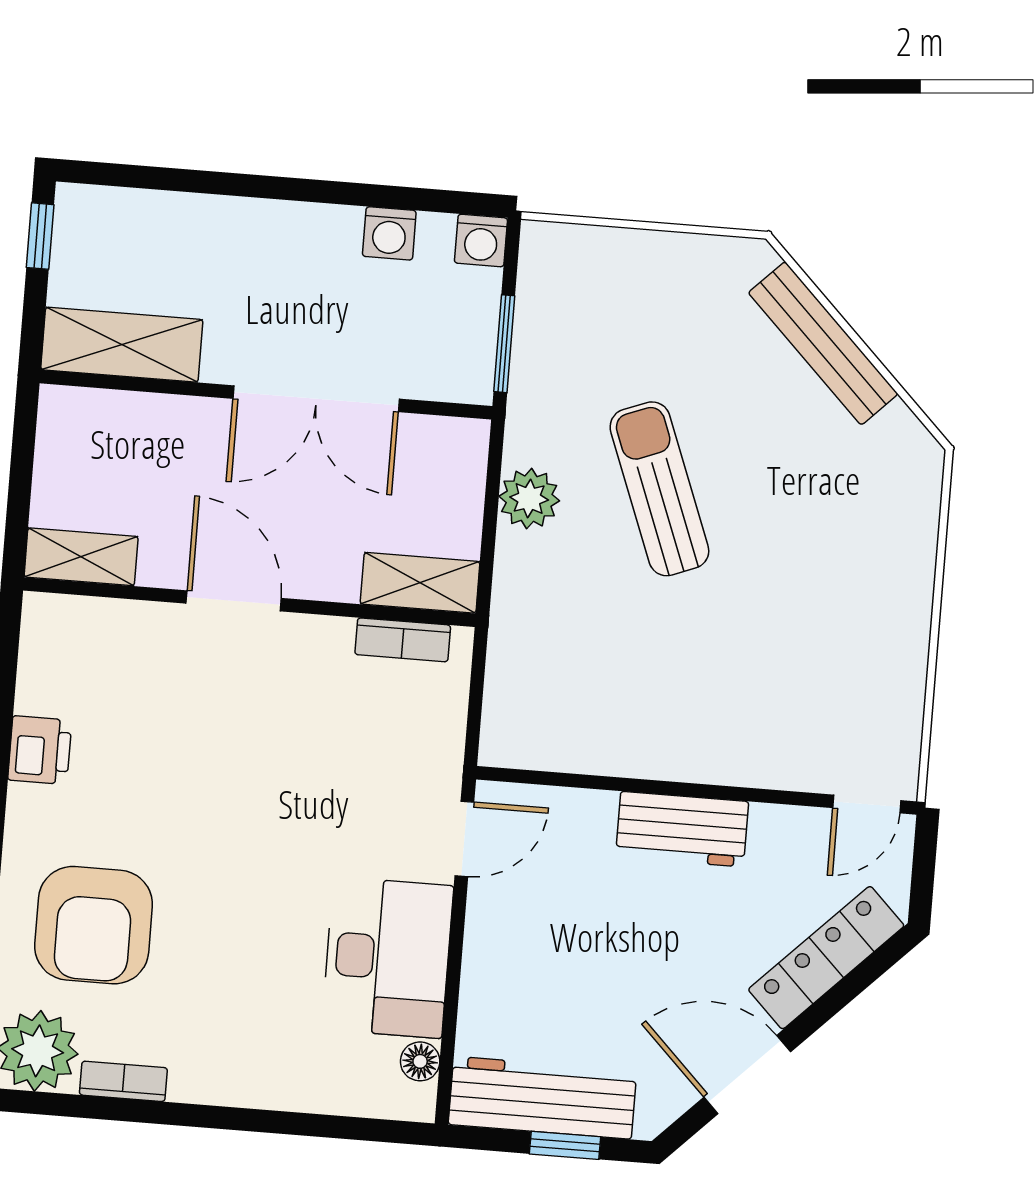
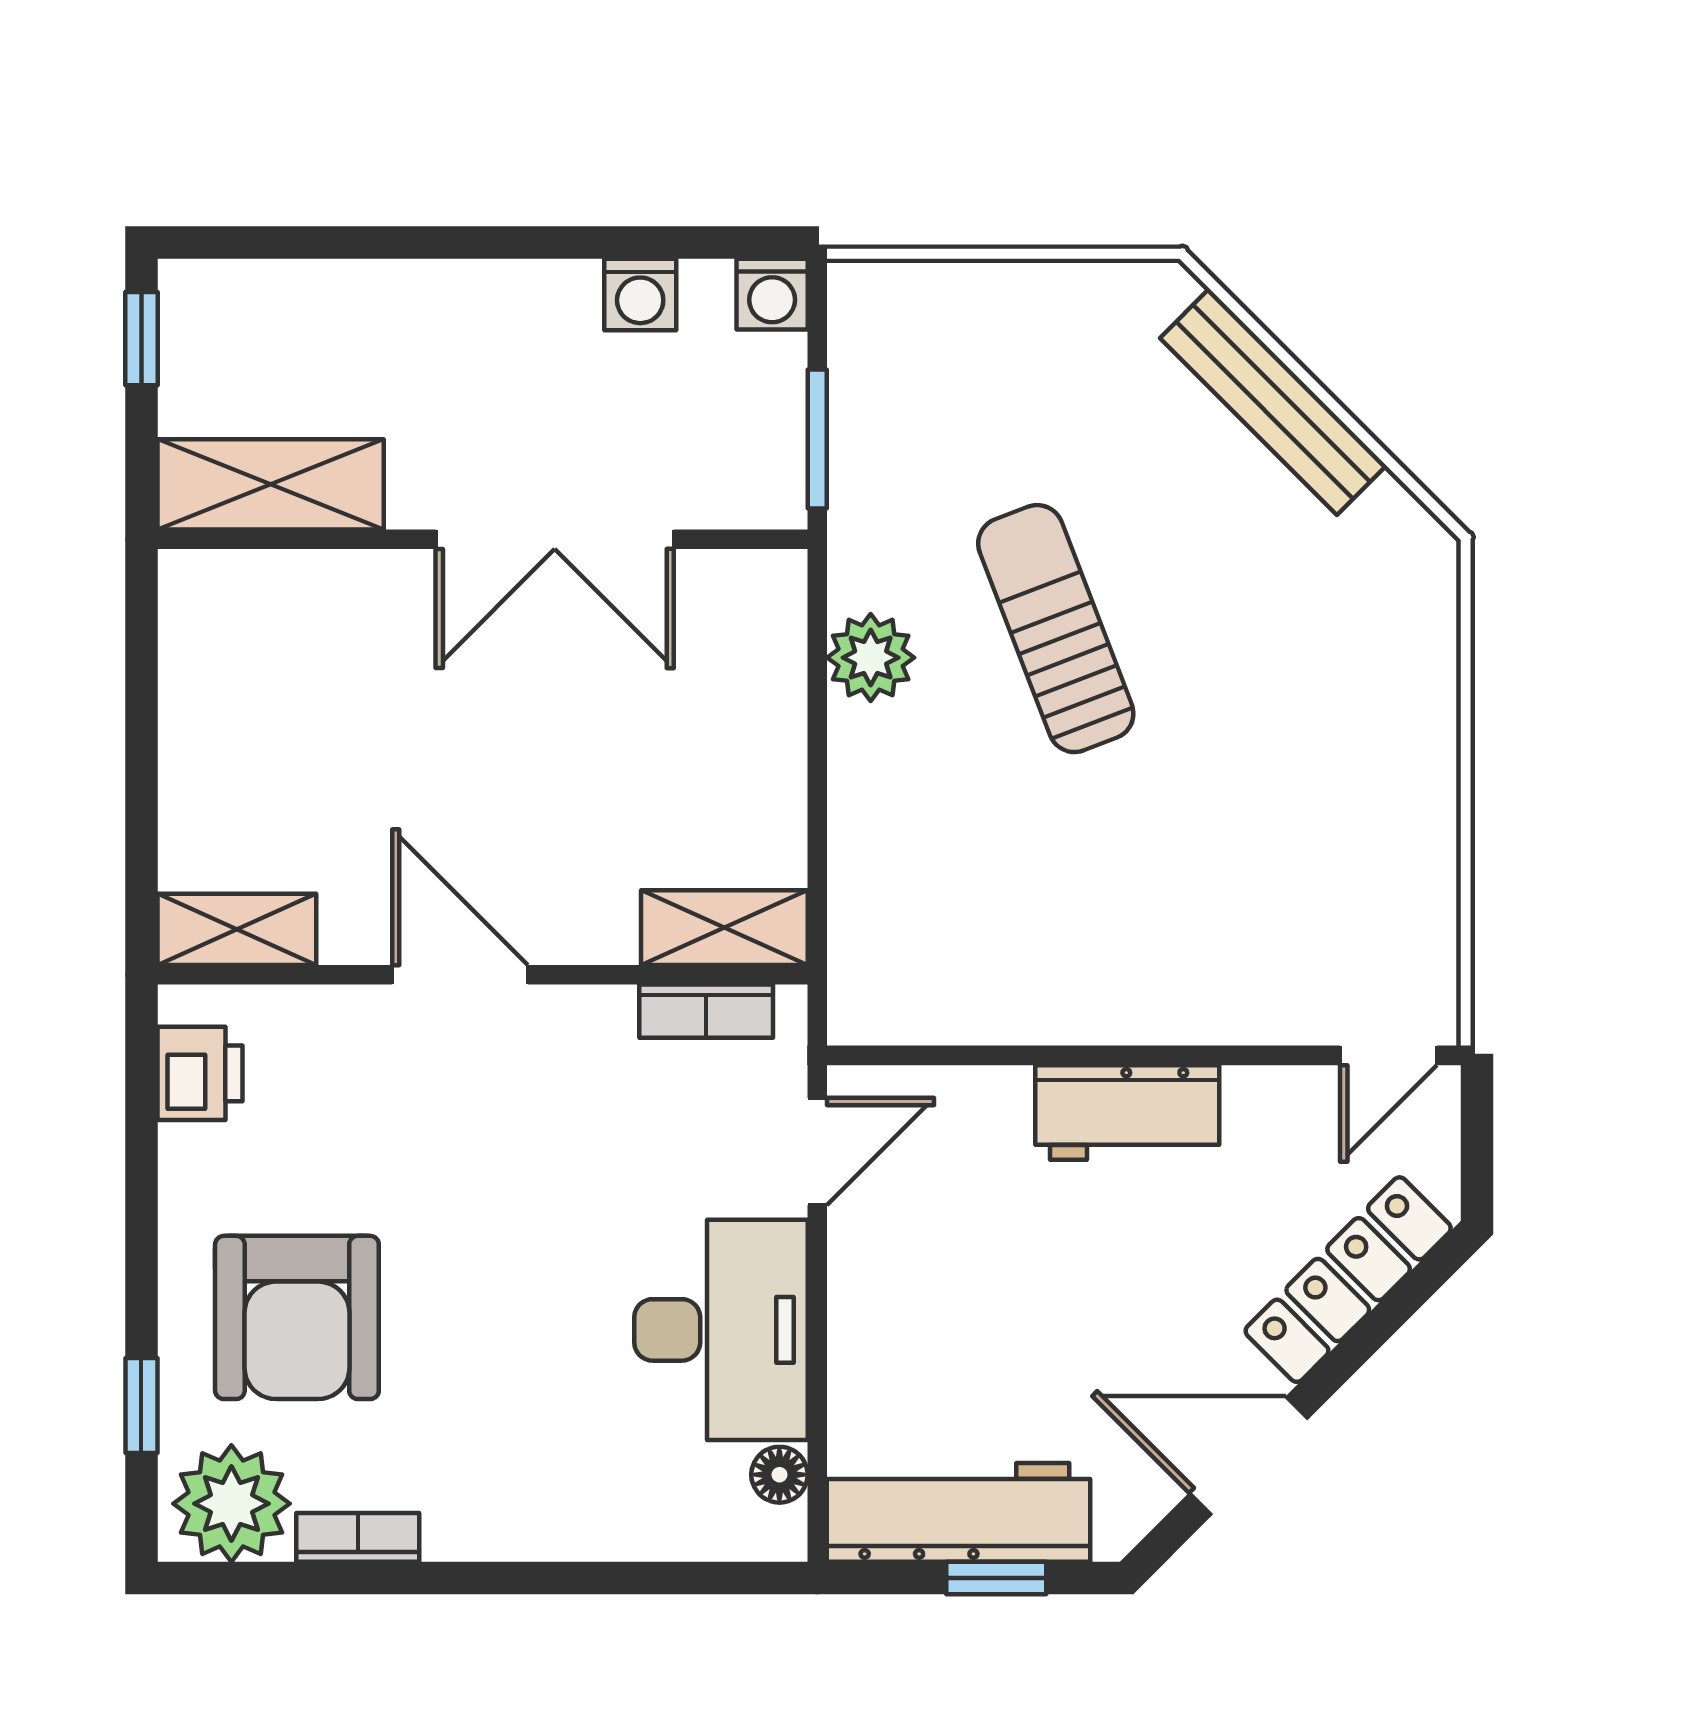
shelving: (81, 557) -> (237, 929), moved
shelving: (420, 583) -> (724, 928), moved
door: (234, 601) -> (460, 975), moved
wall: (249, 602) -> (483, 975), moved
bookcase: (403, 640) -> (706, 1011), moved

